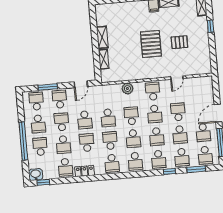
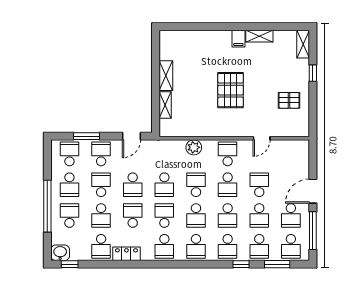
pallet: (179, 42) -> (289, 100), moved

